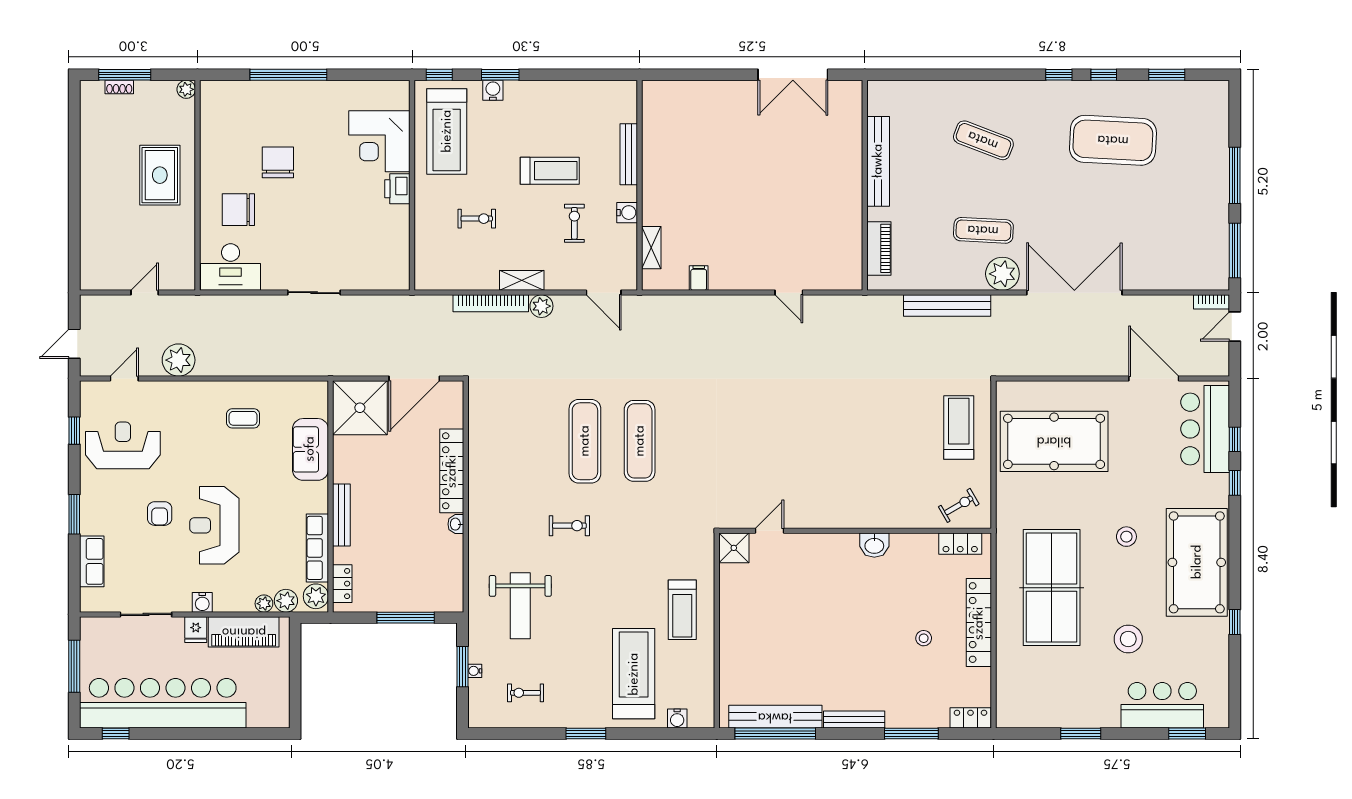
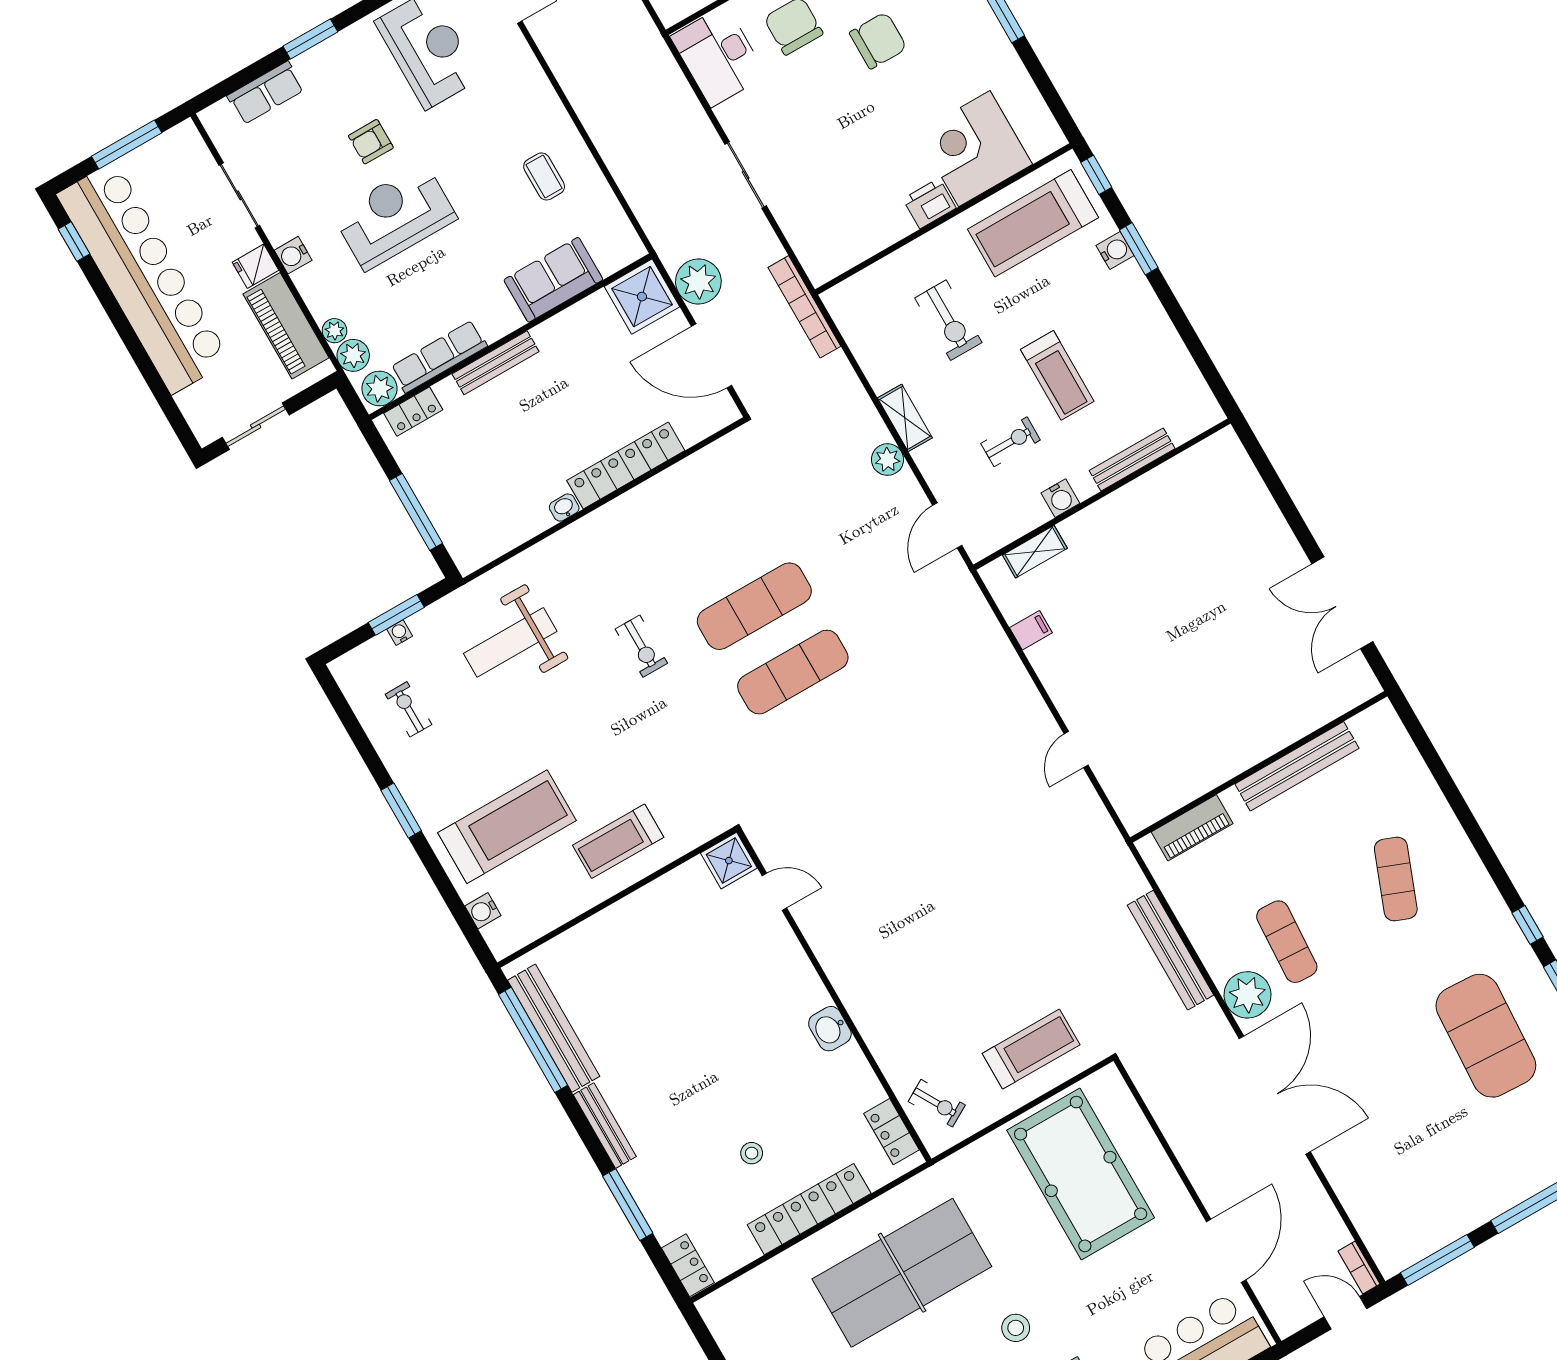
exercise bike: (477, 219) -> (948, 320), width x1.38, depth x1.39
bookcase: (491, 303) -> (804, 307), moved
plant: (179, 360) -> (698, 282), moved
shower: (360, 408) -> (642, 297), width x0.73, depth x0.73
sliding door: (295, 687) -> (256, 426), added

